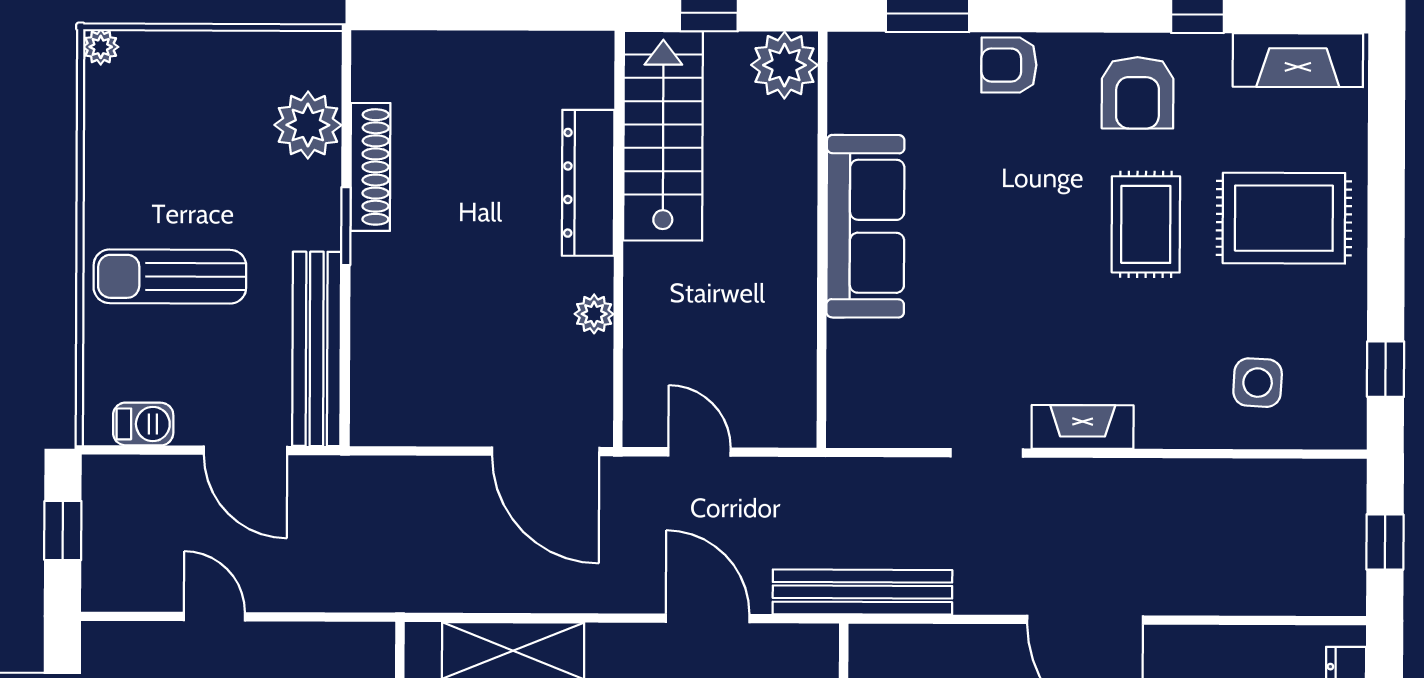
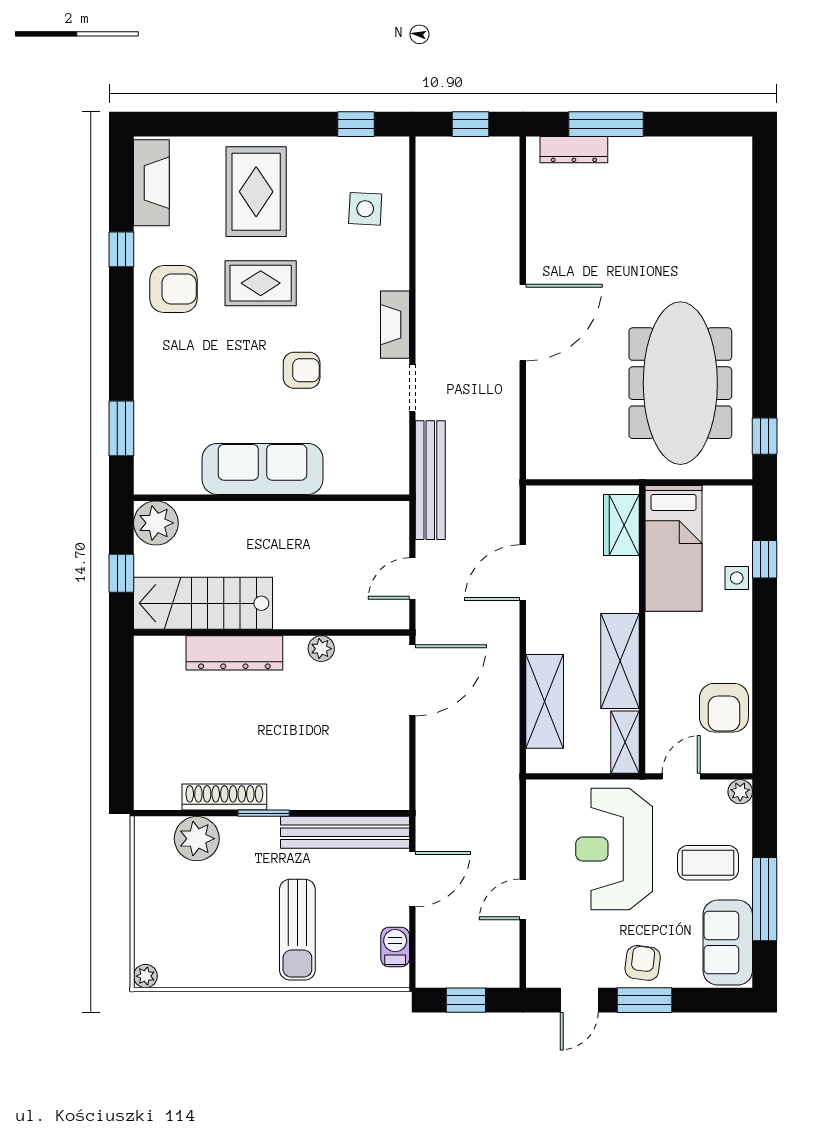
armchair: (1009, 65) -> (302, 370), moved, turned -90
bench: (862, 592) -> (430, 480), moved

